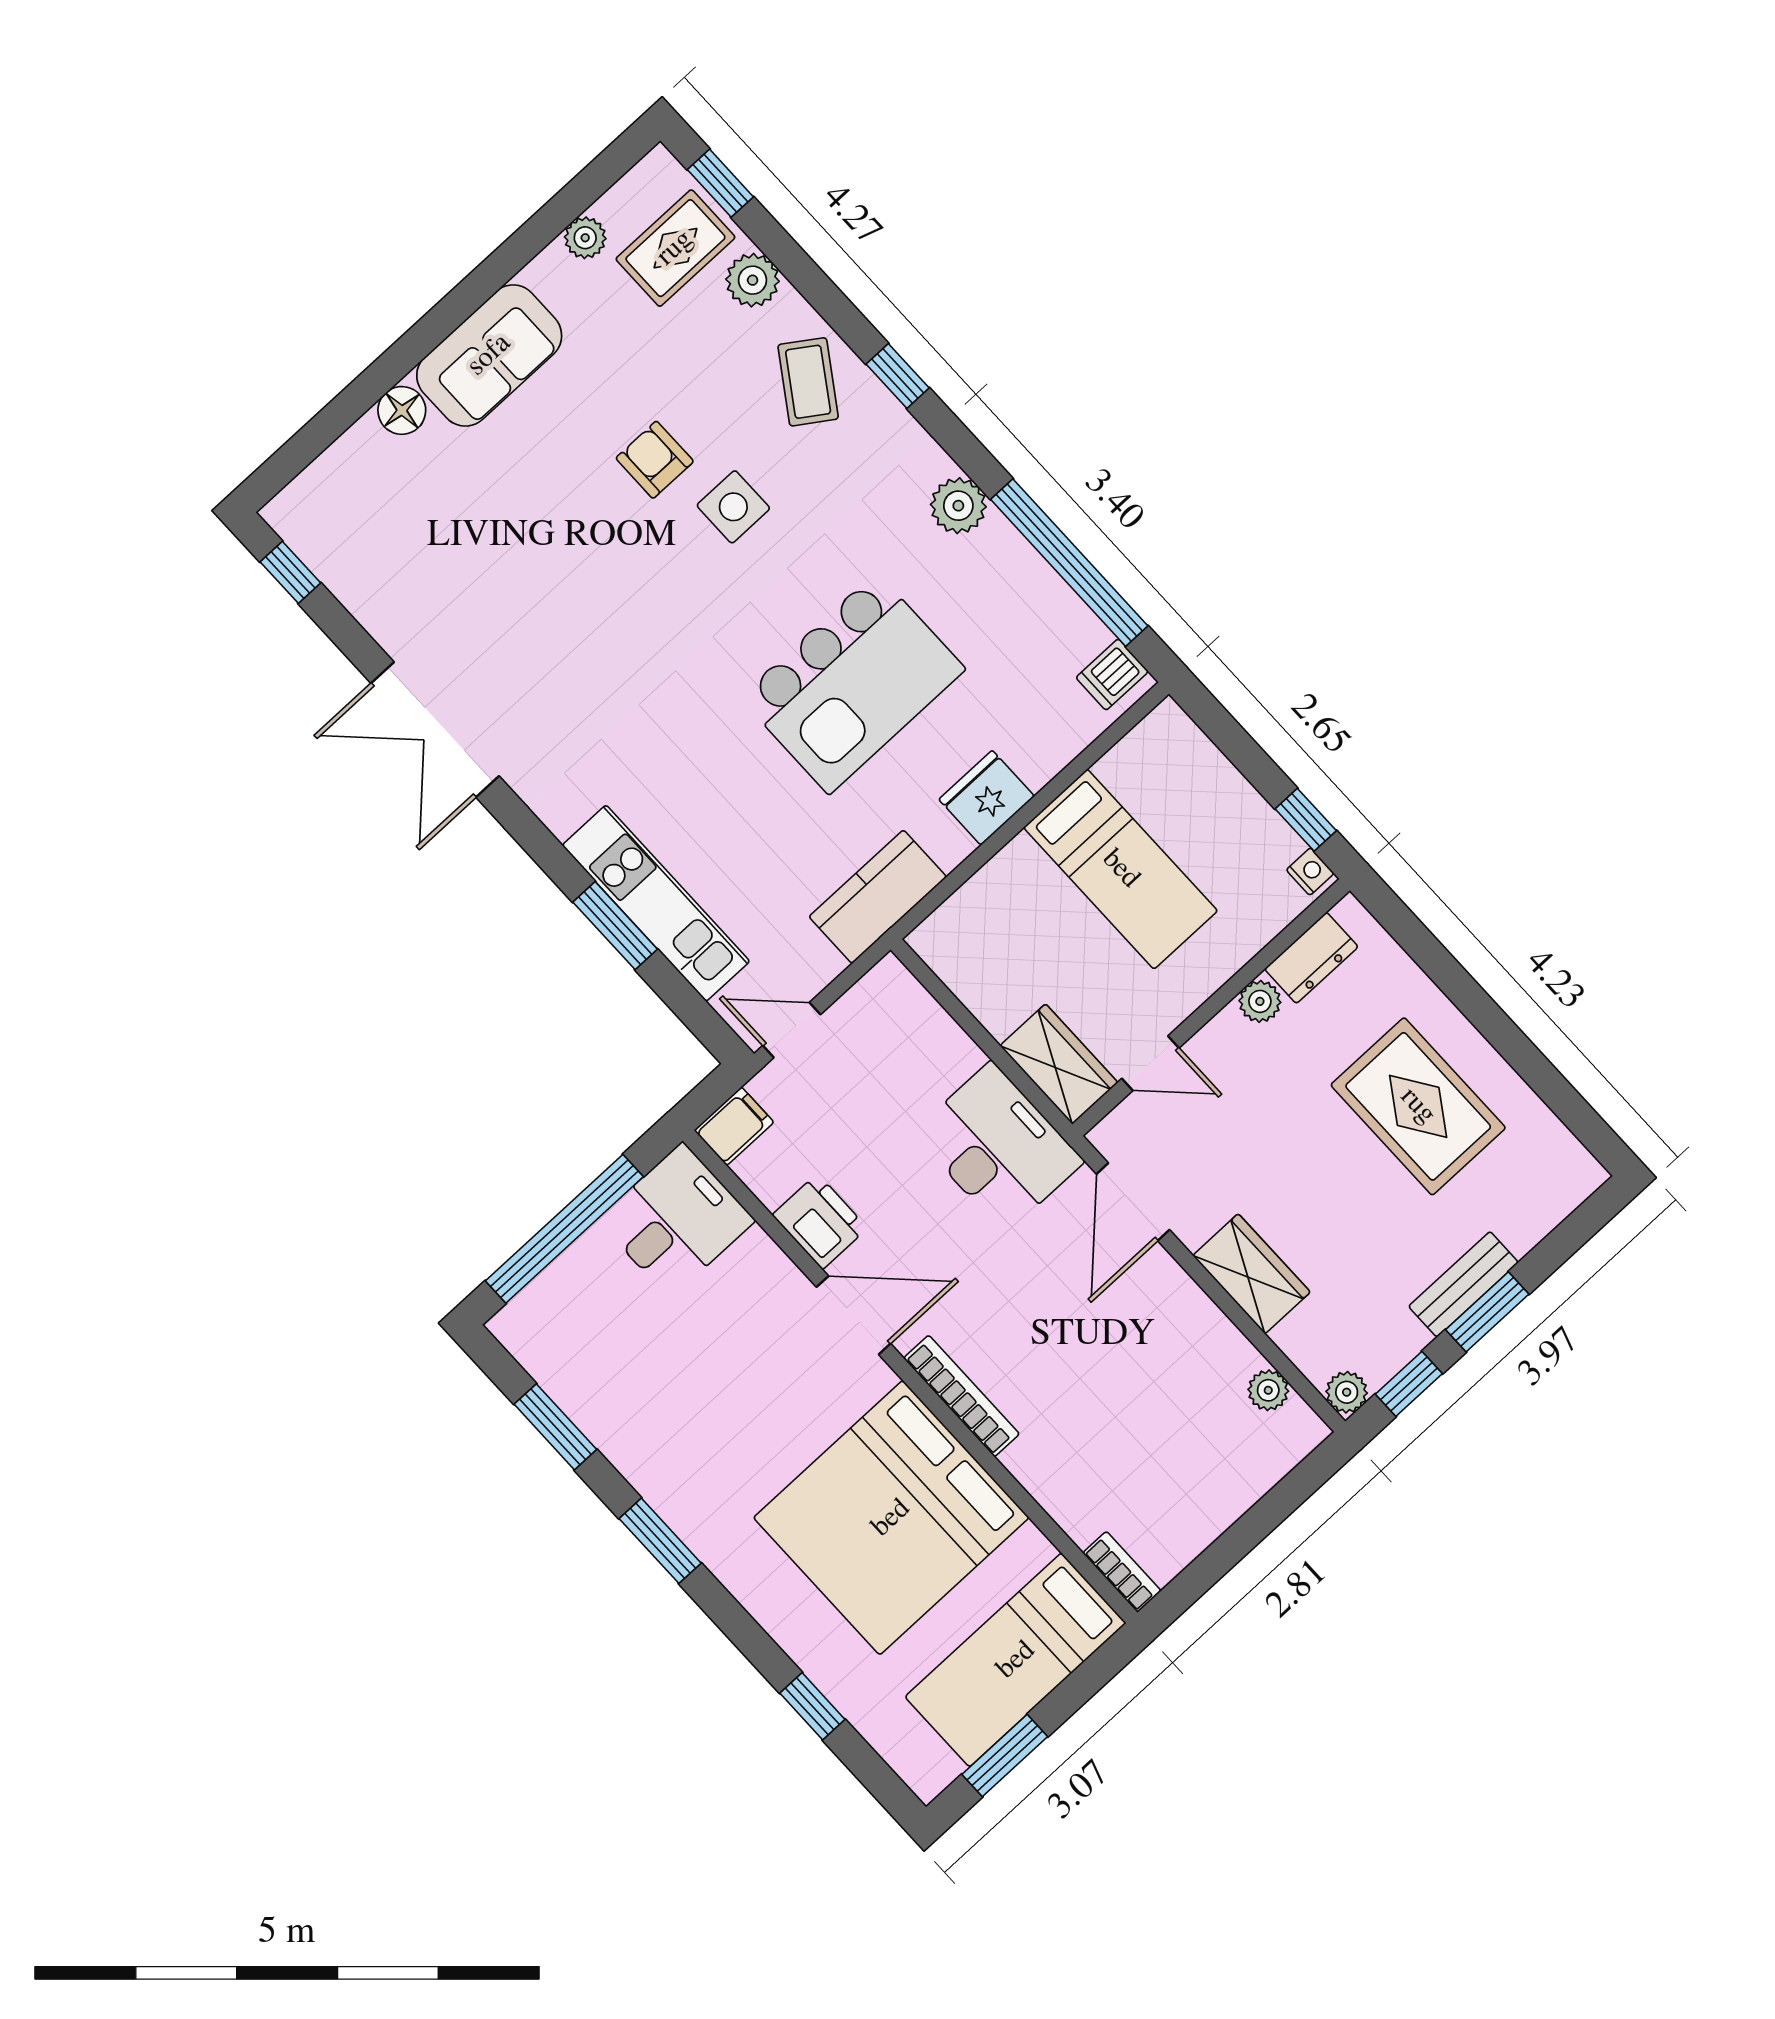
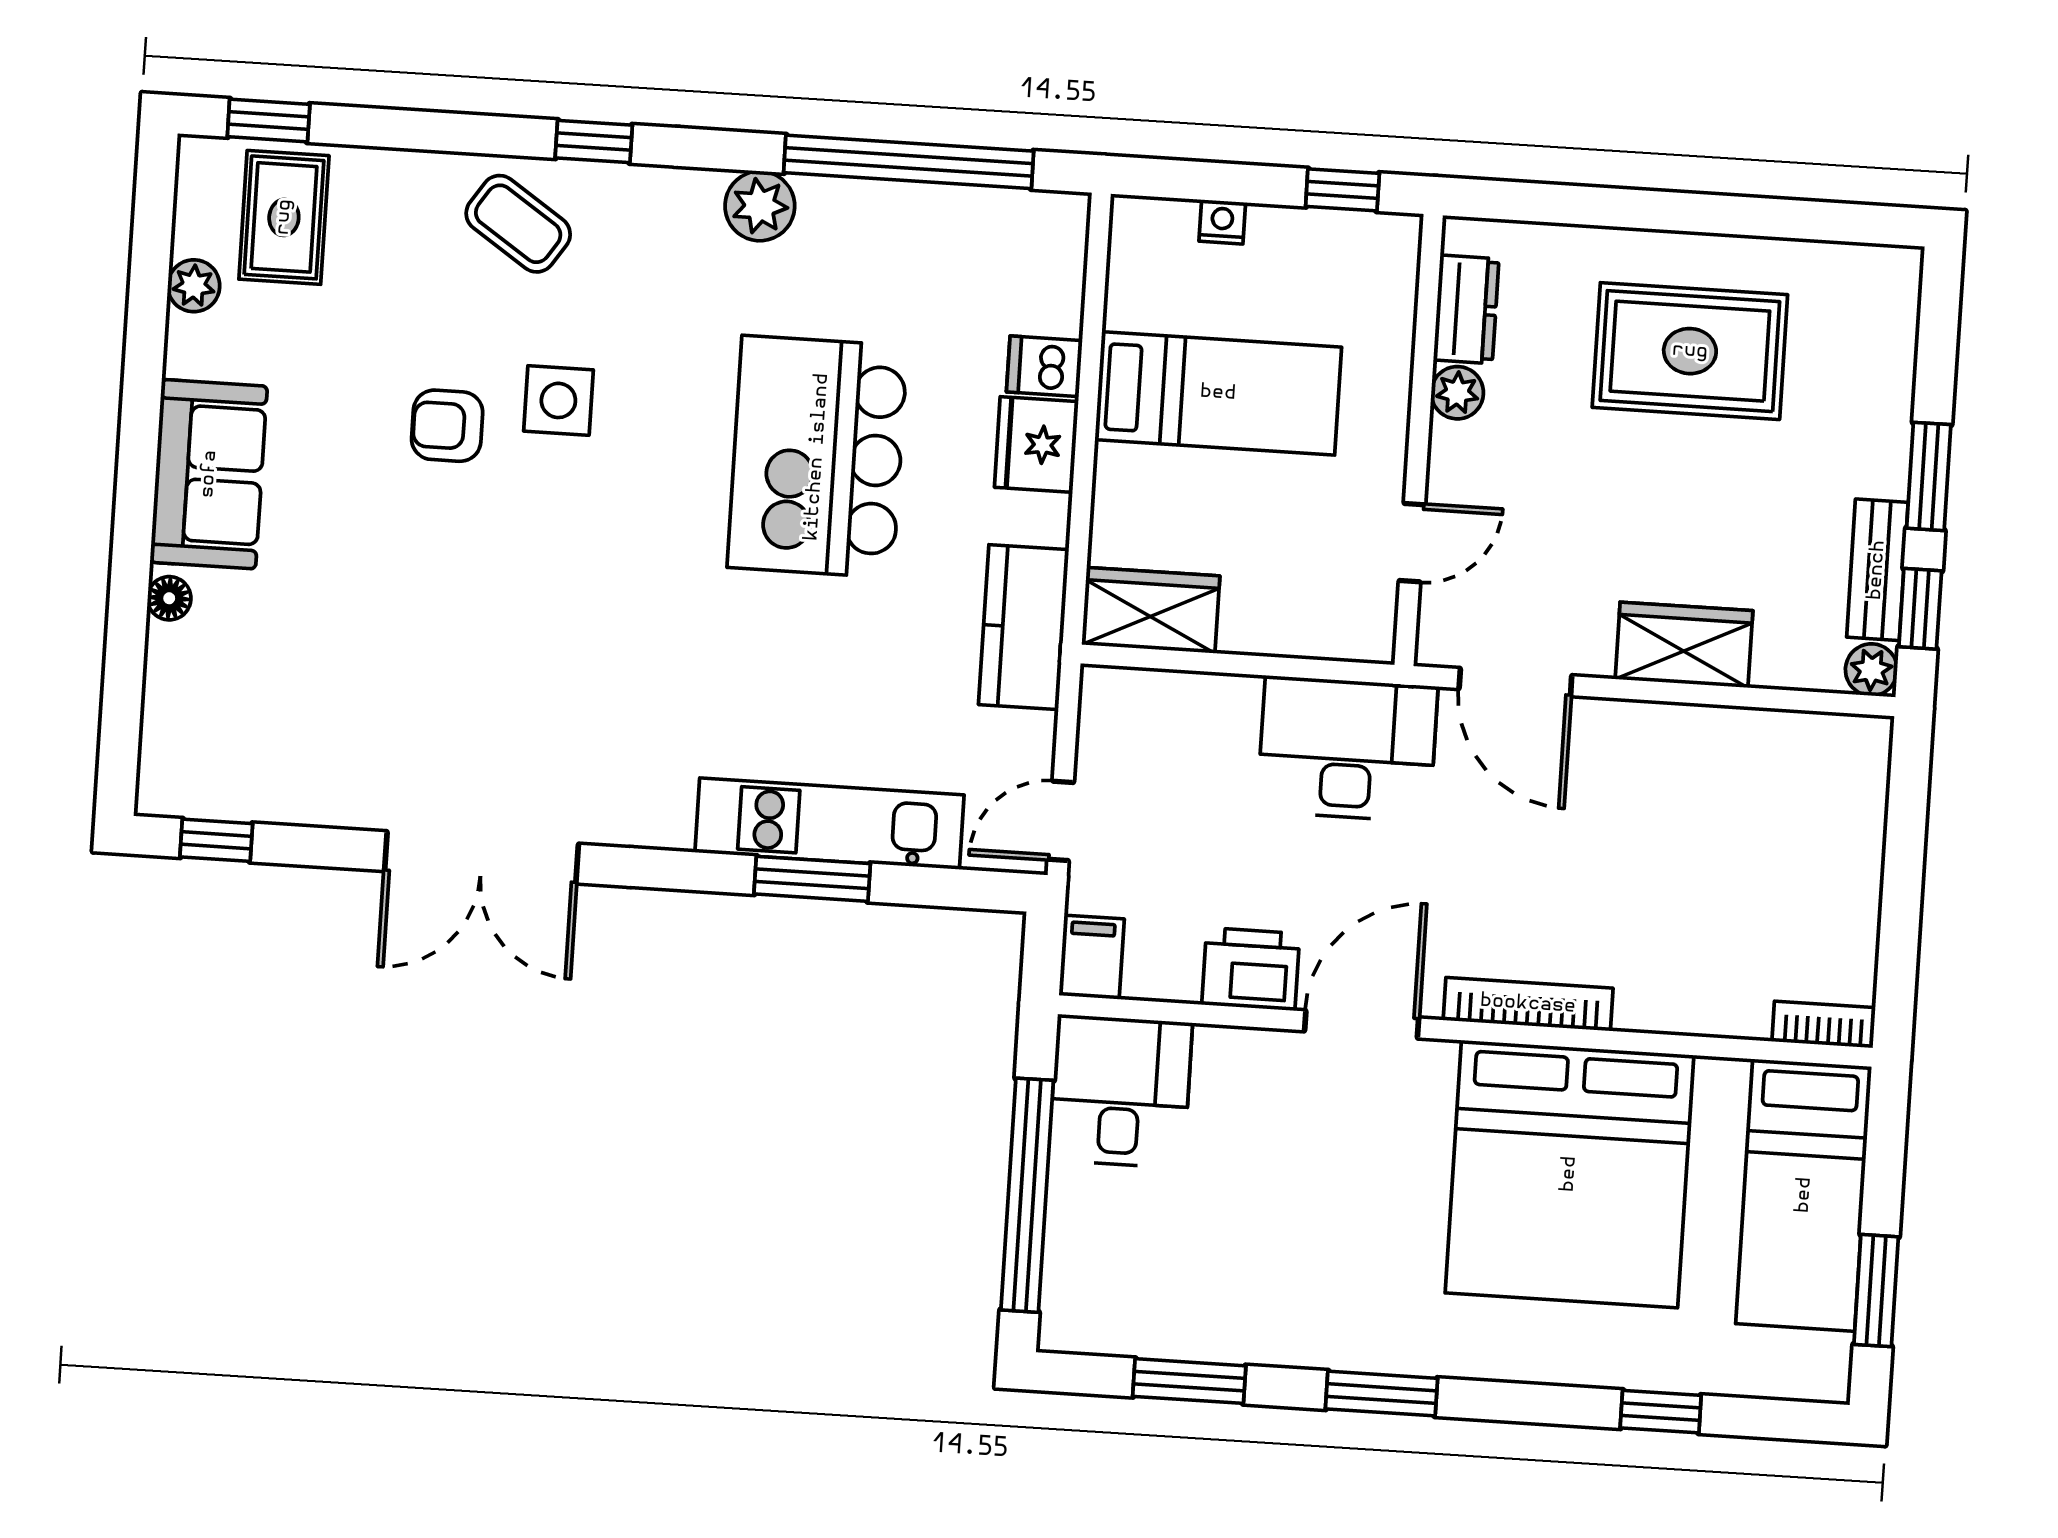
plant: (753, 280) -> (381, 180), removed
floor lamp: (402, 410) -> (169, 598), width x0.73, depth x0.73
dishwasher: (1112, 675) -> (1044, 366), moved, turned 90
kitchen island: (853, 683) -> (817, 457), turned 180
nightstand: (1310, 872) -> (1222, 222), moved
wardrobe: (1059, 1064) -> (1151, 610), moved
bench: (1463, 1284) -> (1877, 570), moved
plant: (1268, 1390) -> (1799, 735), removed

